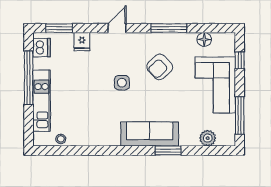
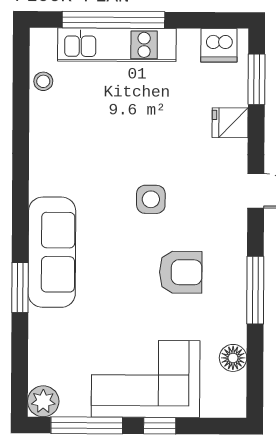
window: (240, 60) -> (160, 426), moved
armchair: (160, 67) -> (181, 272), turned 133
window: (29, 78) -> (113, 20), moved
plant: (208, 138) -> (43, 401), moved

